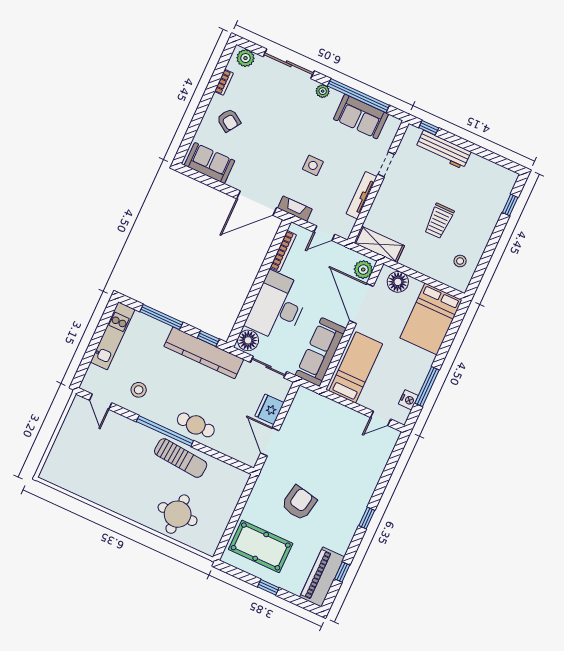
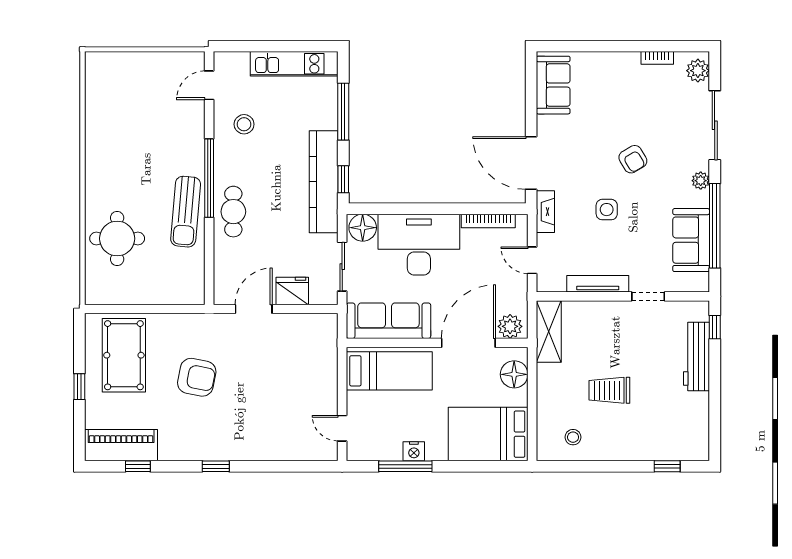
armchair: (229, 120) -> (633, 159), moved, turned -65
nightstand: (408, 400) -> (414, 451), moved

